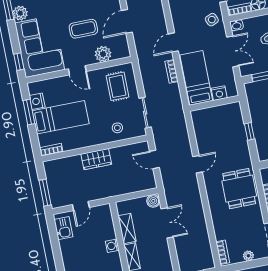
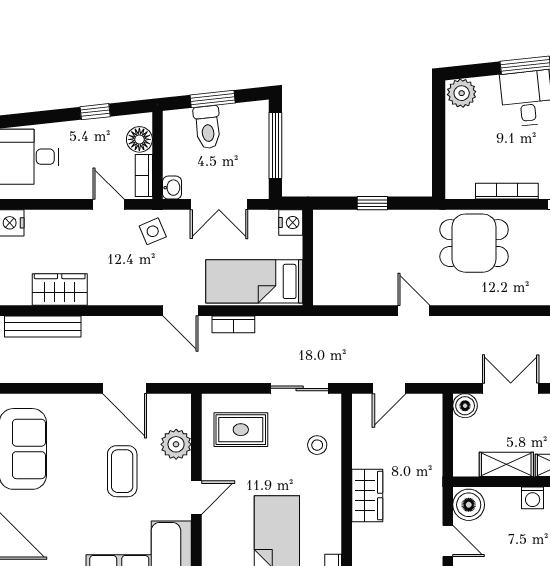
double door: (233, 51) -> (219, 204), swing flipped
nightstand: (219, 93) -> (291, 223), moved
boiler: (102, 213) -> (469, 505), added

